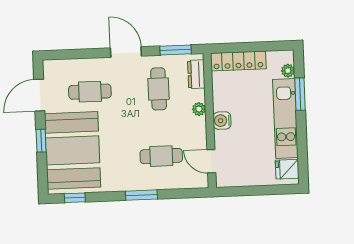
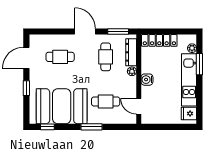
dresser: (196, 74) -> (131, 52), width x1.44
booth: (73, 150) -> (62, 106), moved, turned 90

